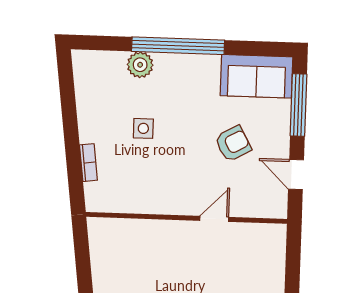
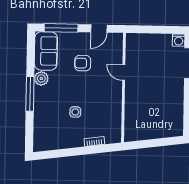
window: (178, 46) -> (30, 94), width x0.68
plant: (140, 65) -> (41, 78), moved
armchair: (233, 144) -> (83, 63), turned -61

